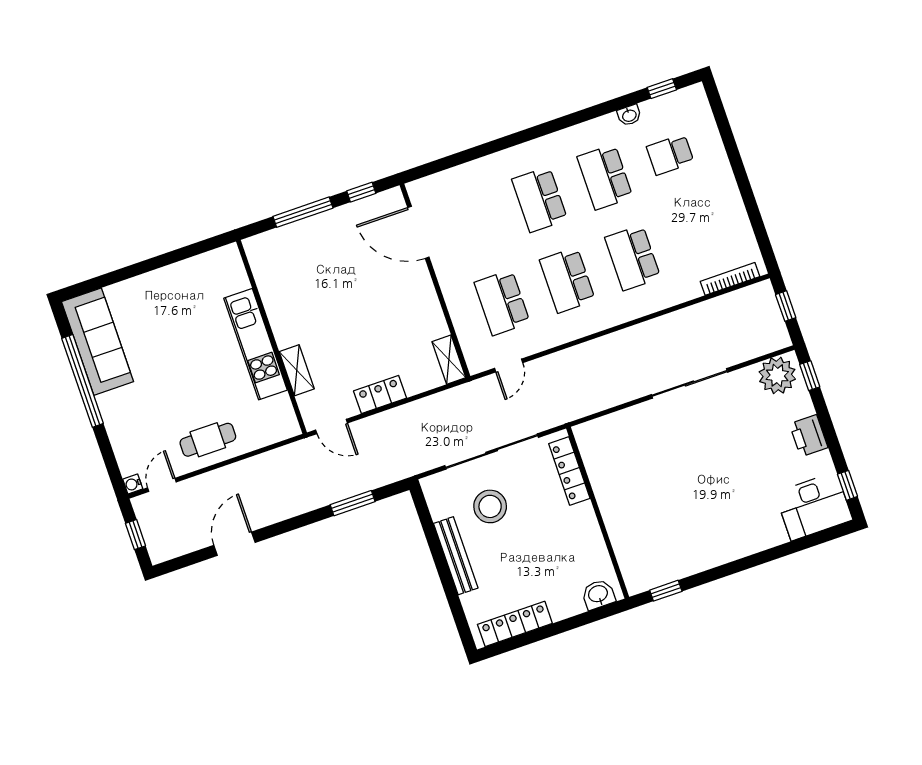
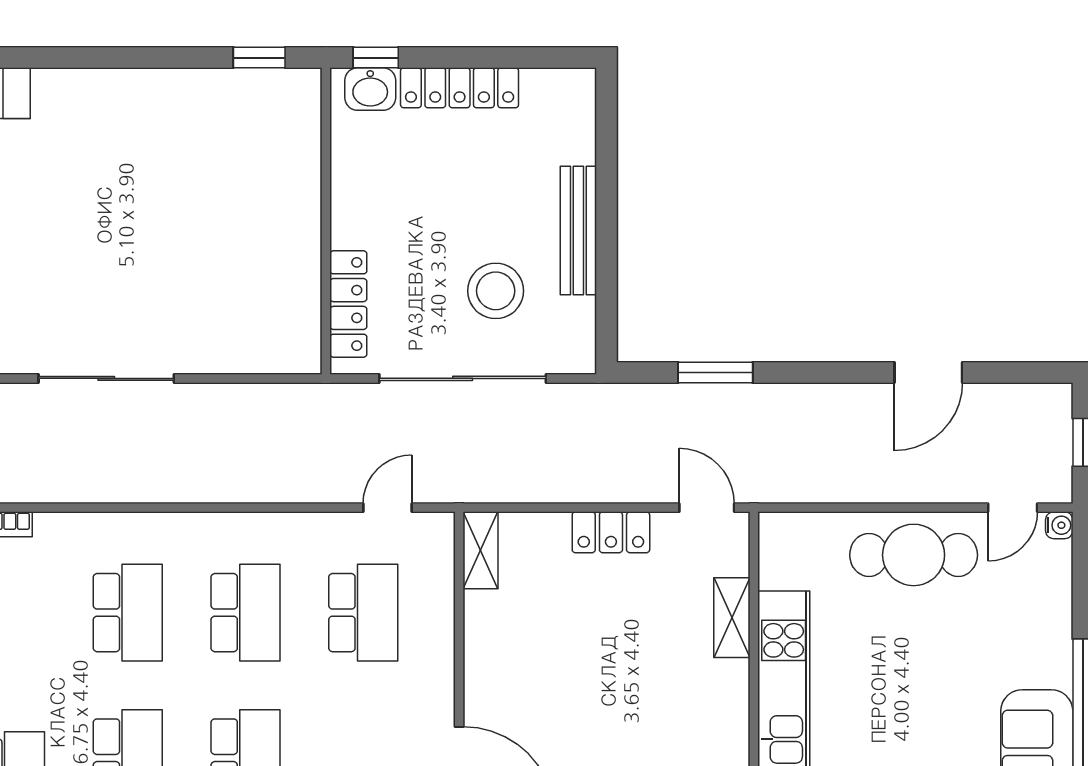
cafe table: (208, 440) -> (914, 555), width x1.37, depth x1.35
window: (601, 613) -> (376, 58), added
locker: (515, 624) -> (460, 88), moved

